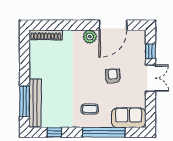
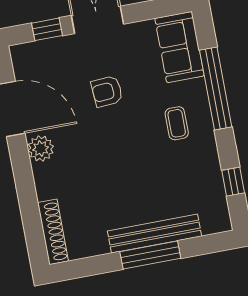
window: (25, 101) -> (150, 255), moved
bench: (35, 103) -> (155, 234), moved

